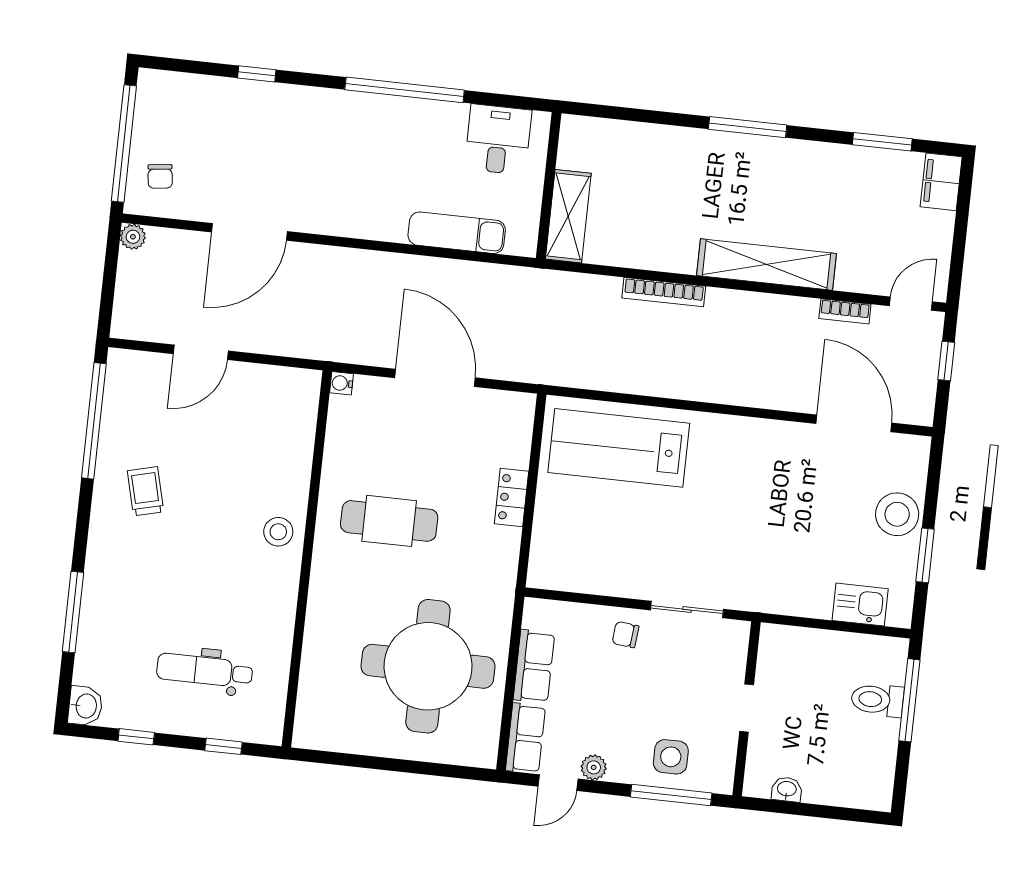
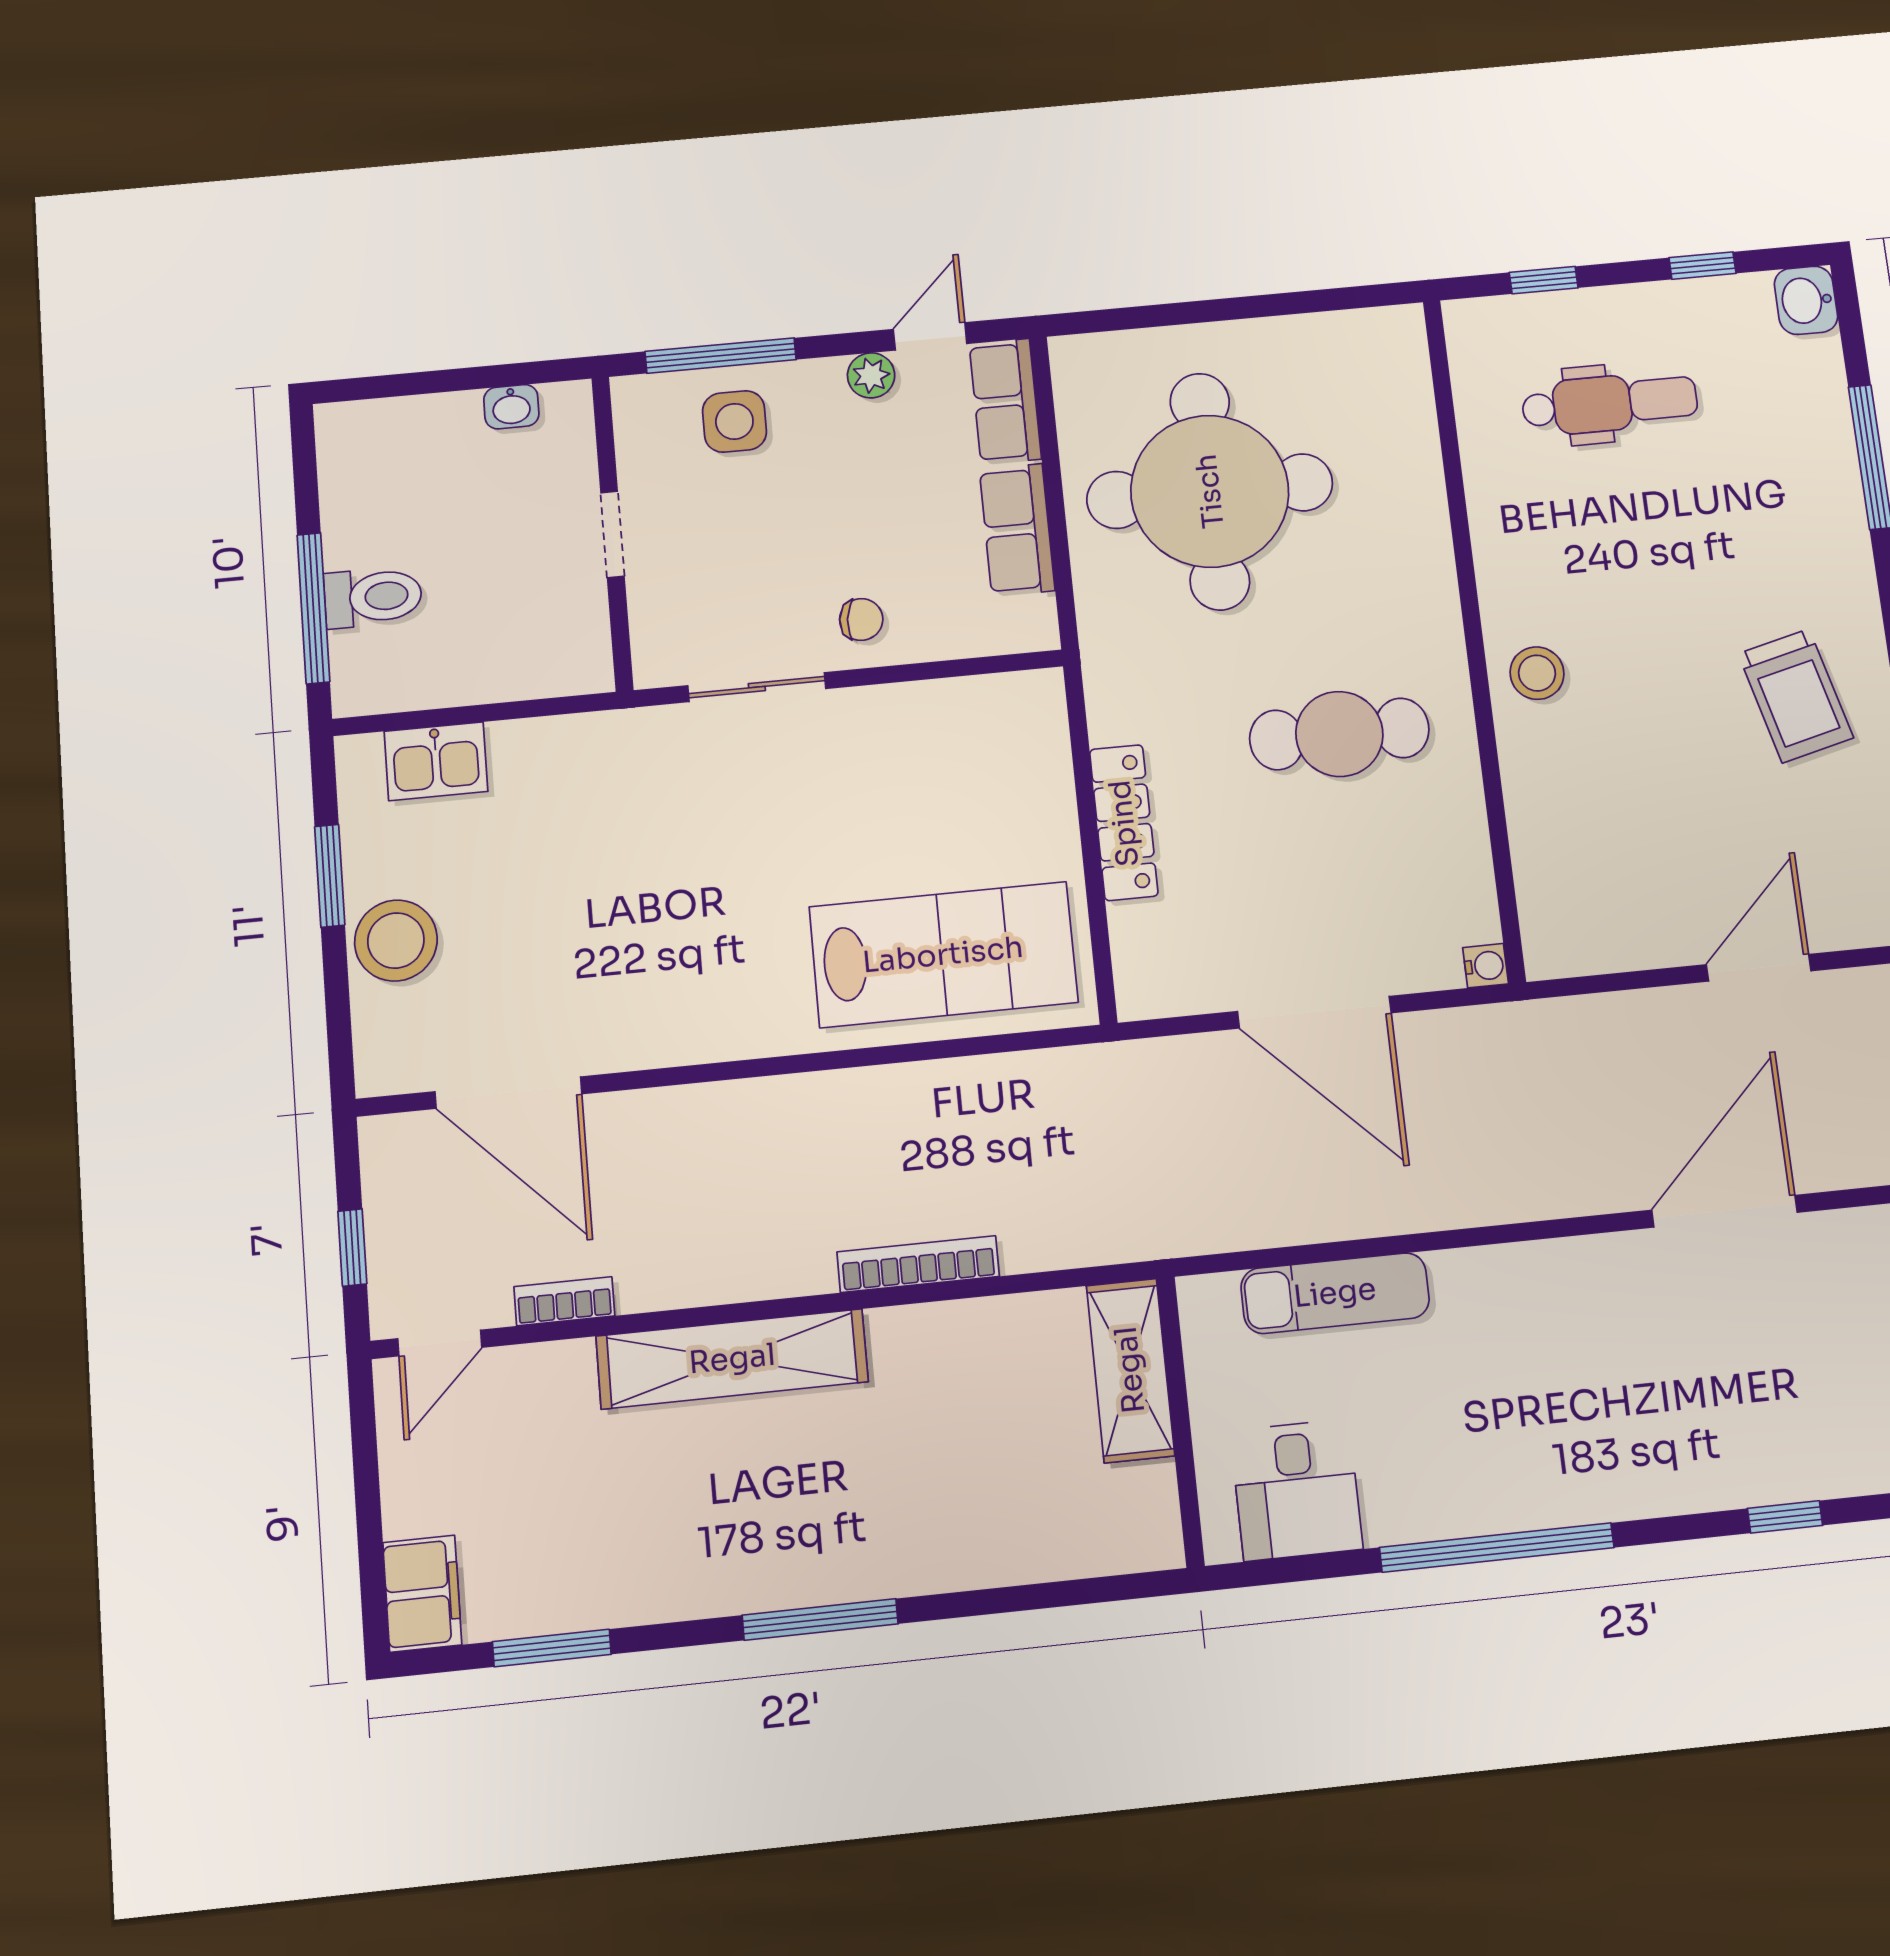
trolley: (145, 491) -> (1796, 696), width x1.36, depth x1.39
locker: (511, 498) -> (1124, 823), width x1.53

